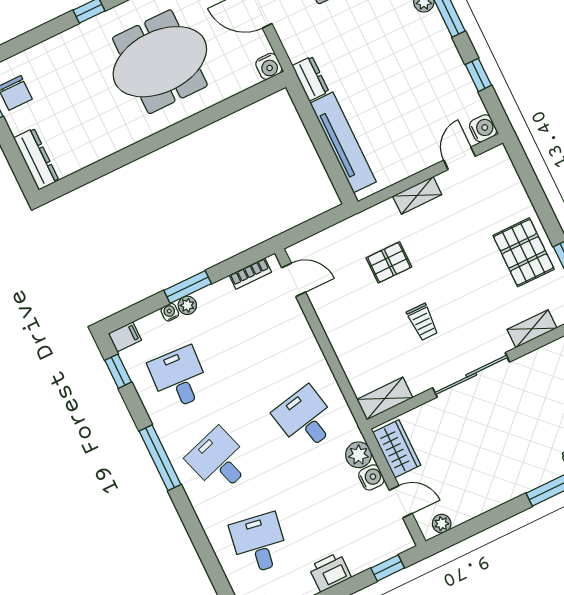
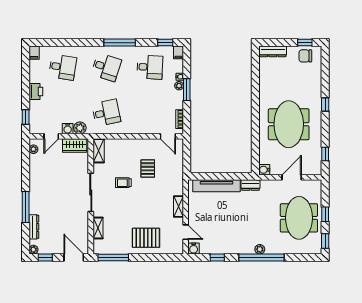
pallet: (524, 252) -> (146, 238), moved
pallet: (389, 262) -> (148, 169), moved
door: (294, 280) -> (168, 136), hinge flipped
desk: (219, 461) -> (106, 67), turned 36

